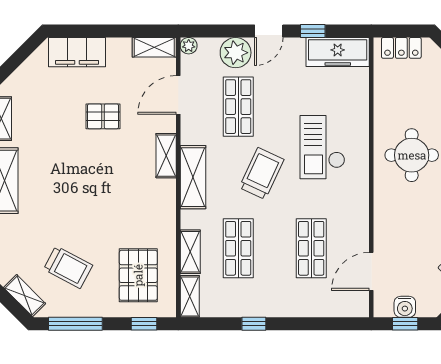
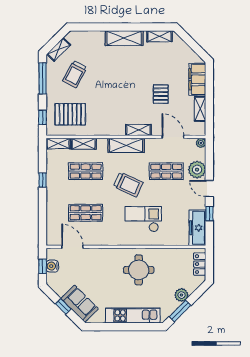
shelving: (154, 47) -> (200, 109), moved

